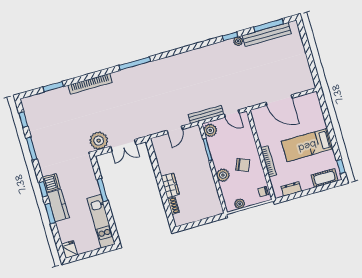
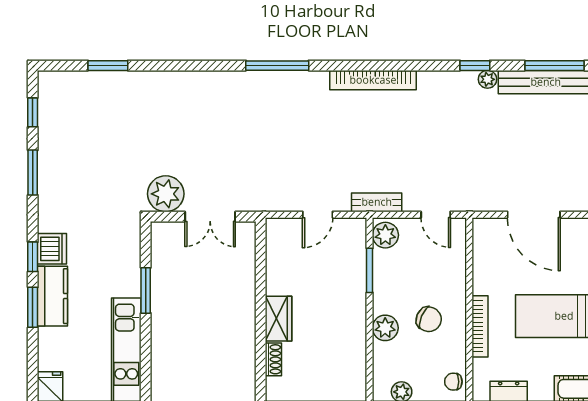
bookcase: (90, 84) -> (373, 80), moved
bench: (206, 115) -> (377, 202), width x0.73

